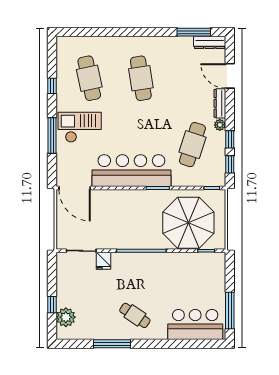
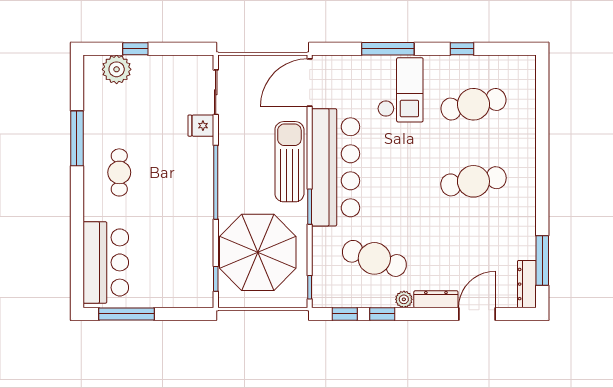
sun lounger: (128, 201) -> (289, 162), added
cafe table: (135, 315) -> (119, 172), turned -34

